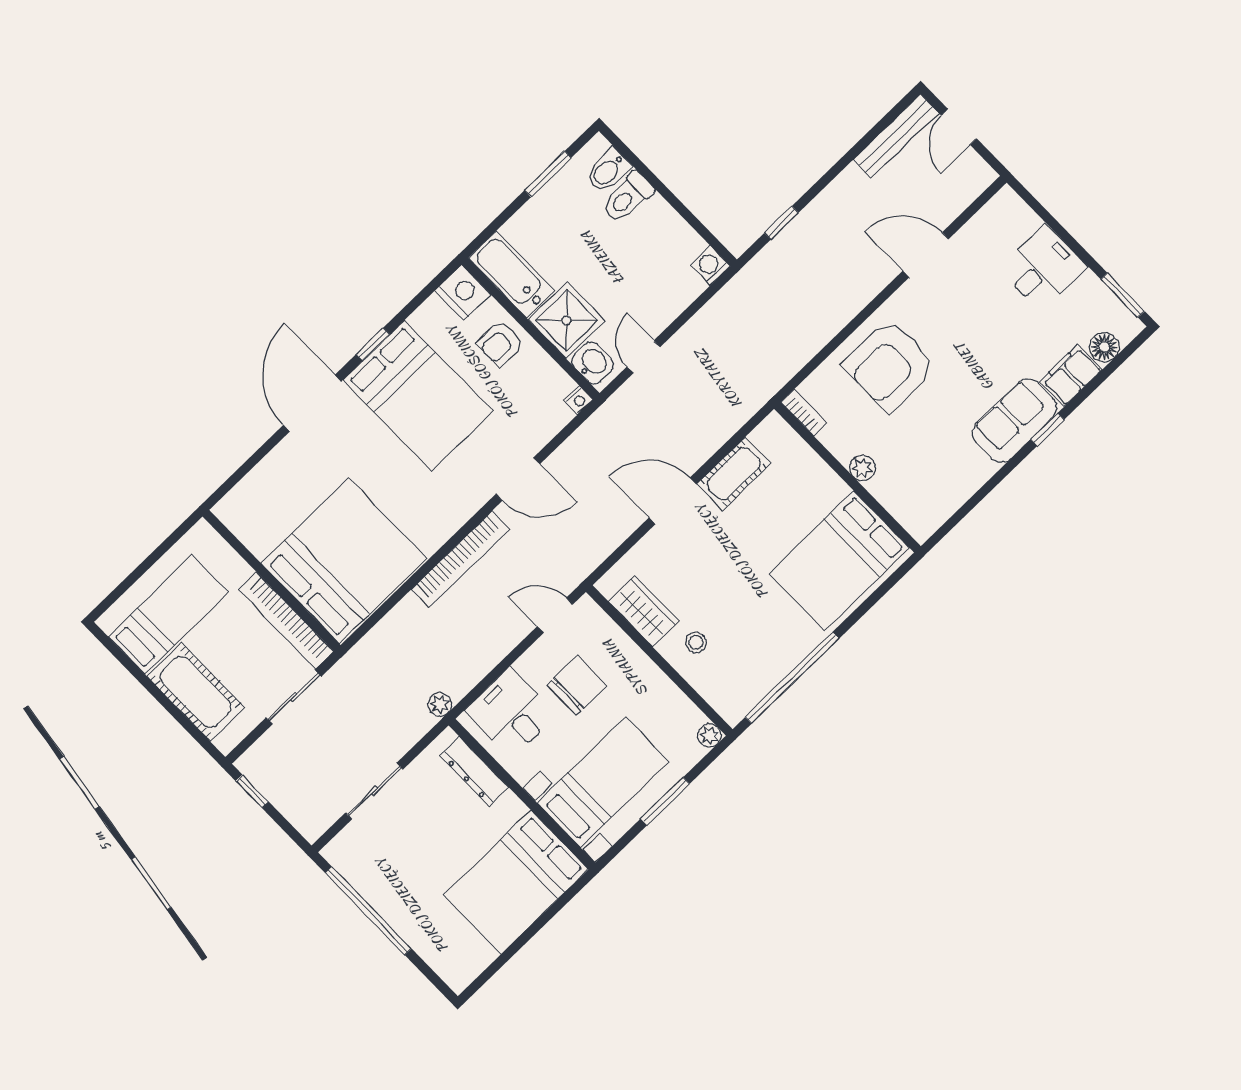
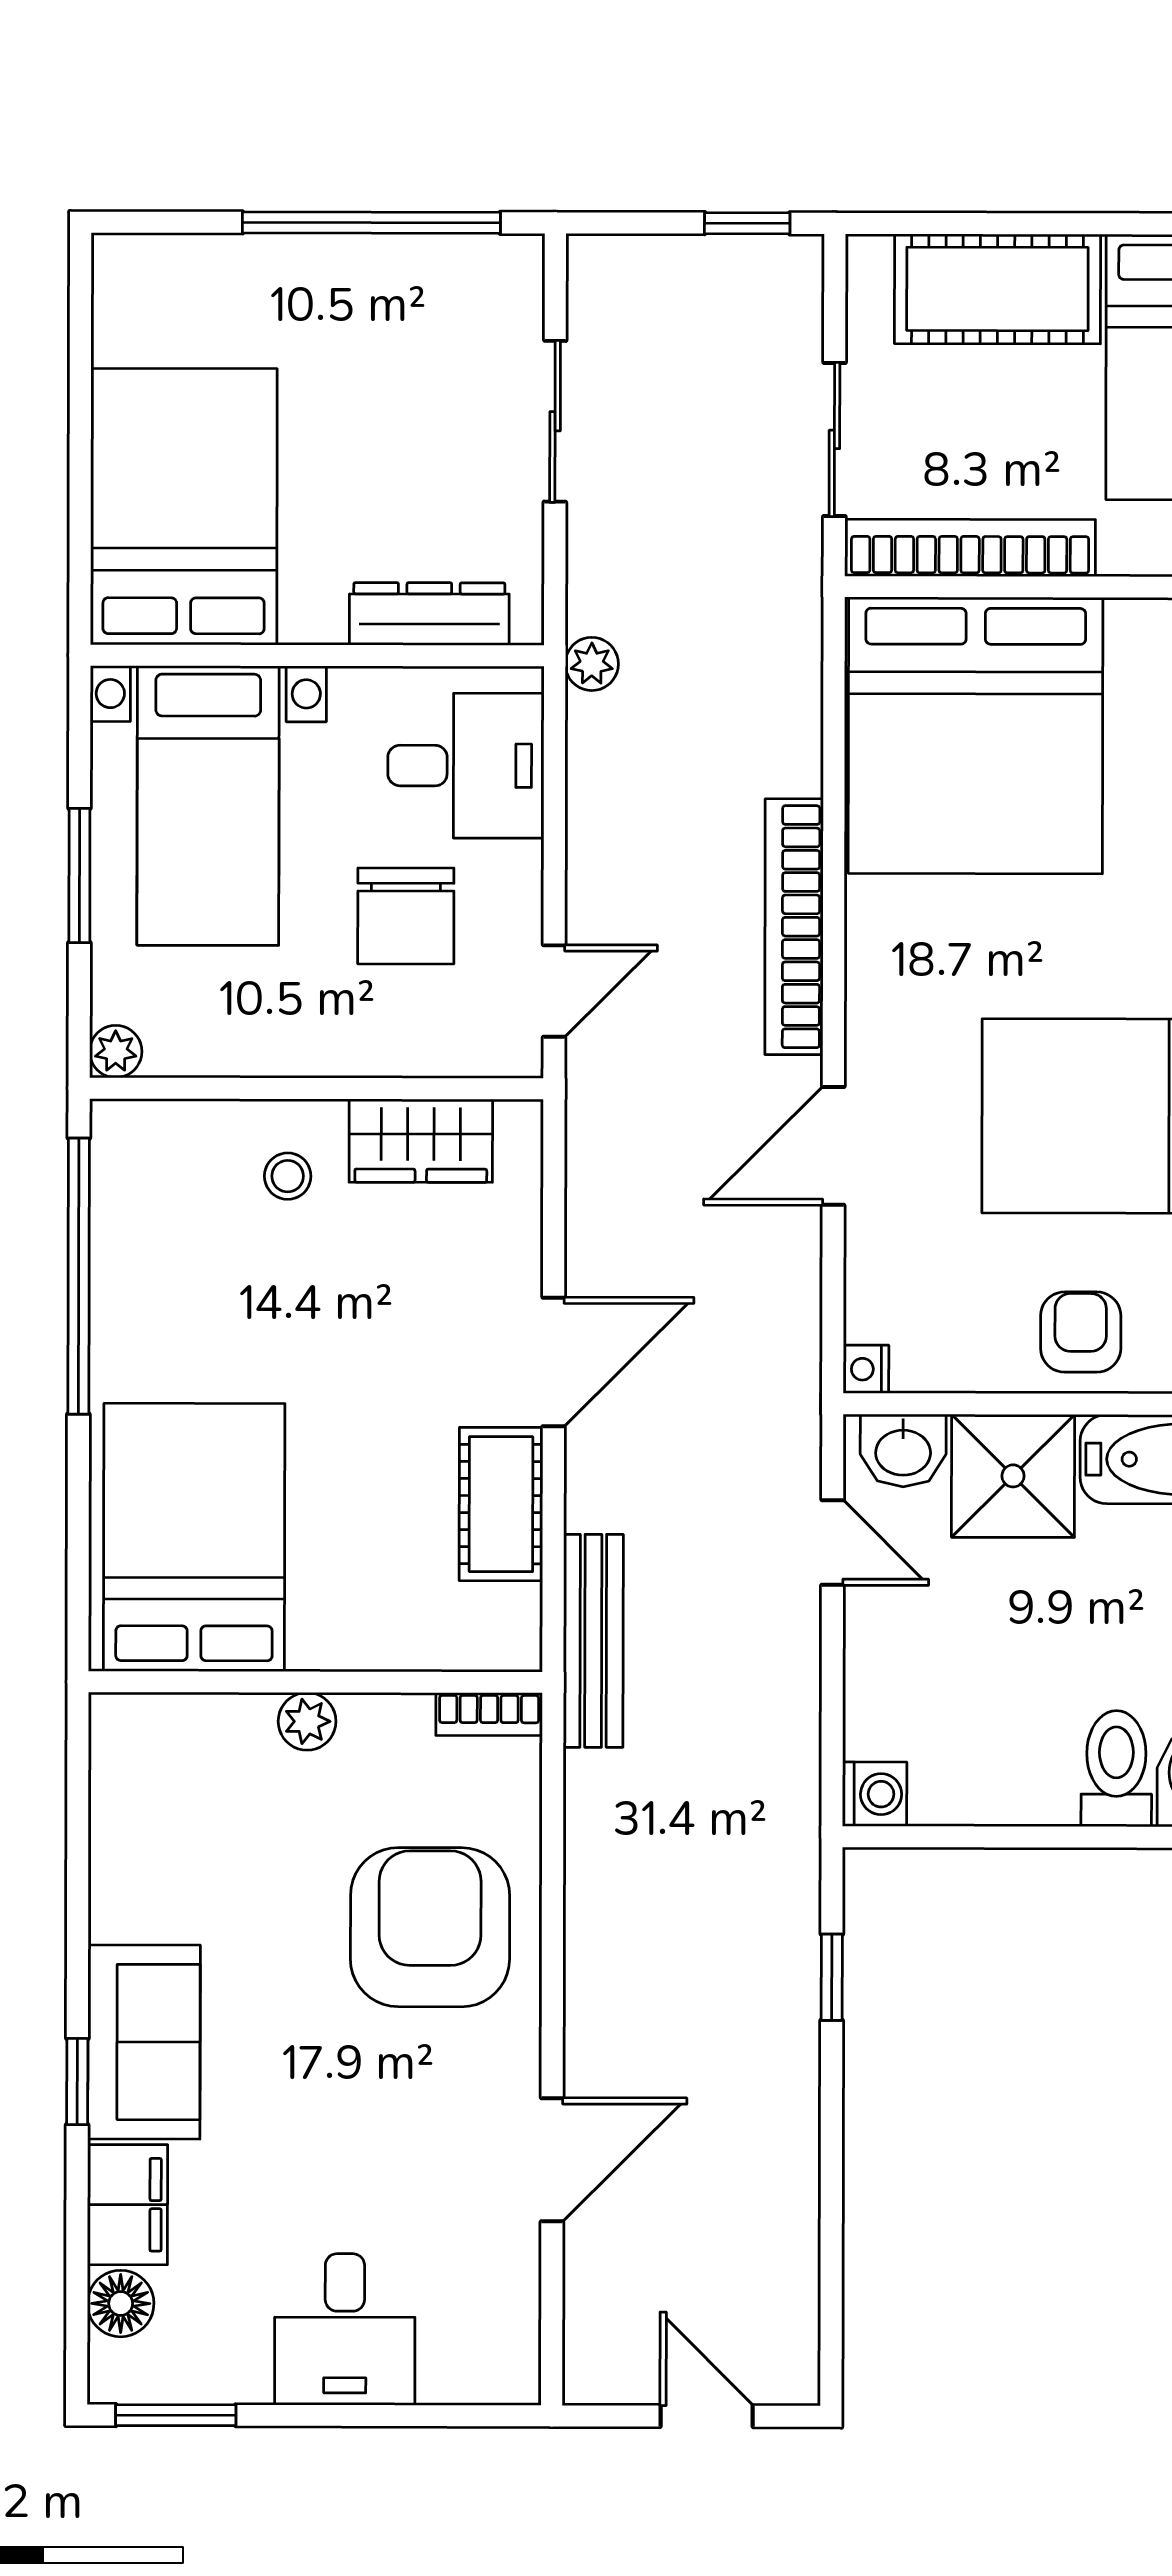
bench: (896, 136) -> (593, 1641), moved

